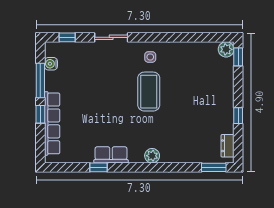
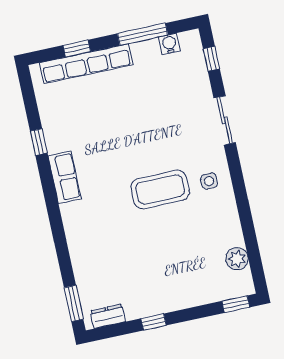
plant: (226, 49) -> (237, 259), moved
window: (40, 114) -> (77, 48), moved
row of seats: (111, 155) -> (65, 177), moved
plant: (152, 156) -> (71, 214), removed

